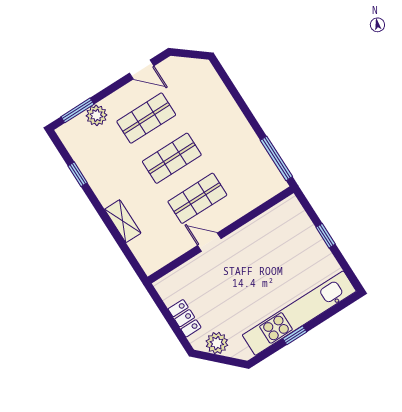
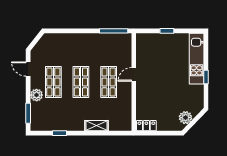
door: (142, 70) -> (28, 69), swing flipped
plant: (96, 115) -> (37, 95), moved
door: (209, 242) -> (134, 74), moved
kitchen unit: (299, 313) -> (197, 59), width x0.73
locker: (185, 318) -> (146, 126), moved

